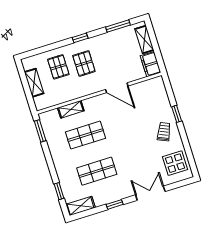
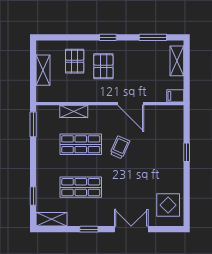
filing cabinet: (151, 64) -> (175, 96), width x0.50
trolley: (164, 132) -> (120, 147), moved

